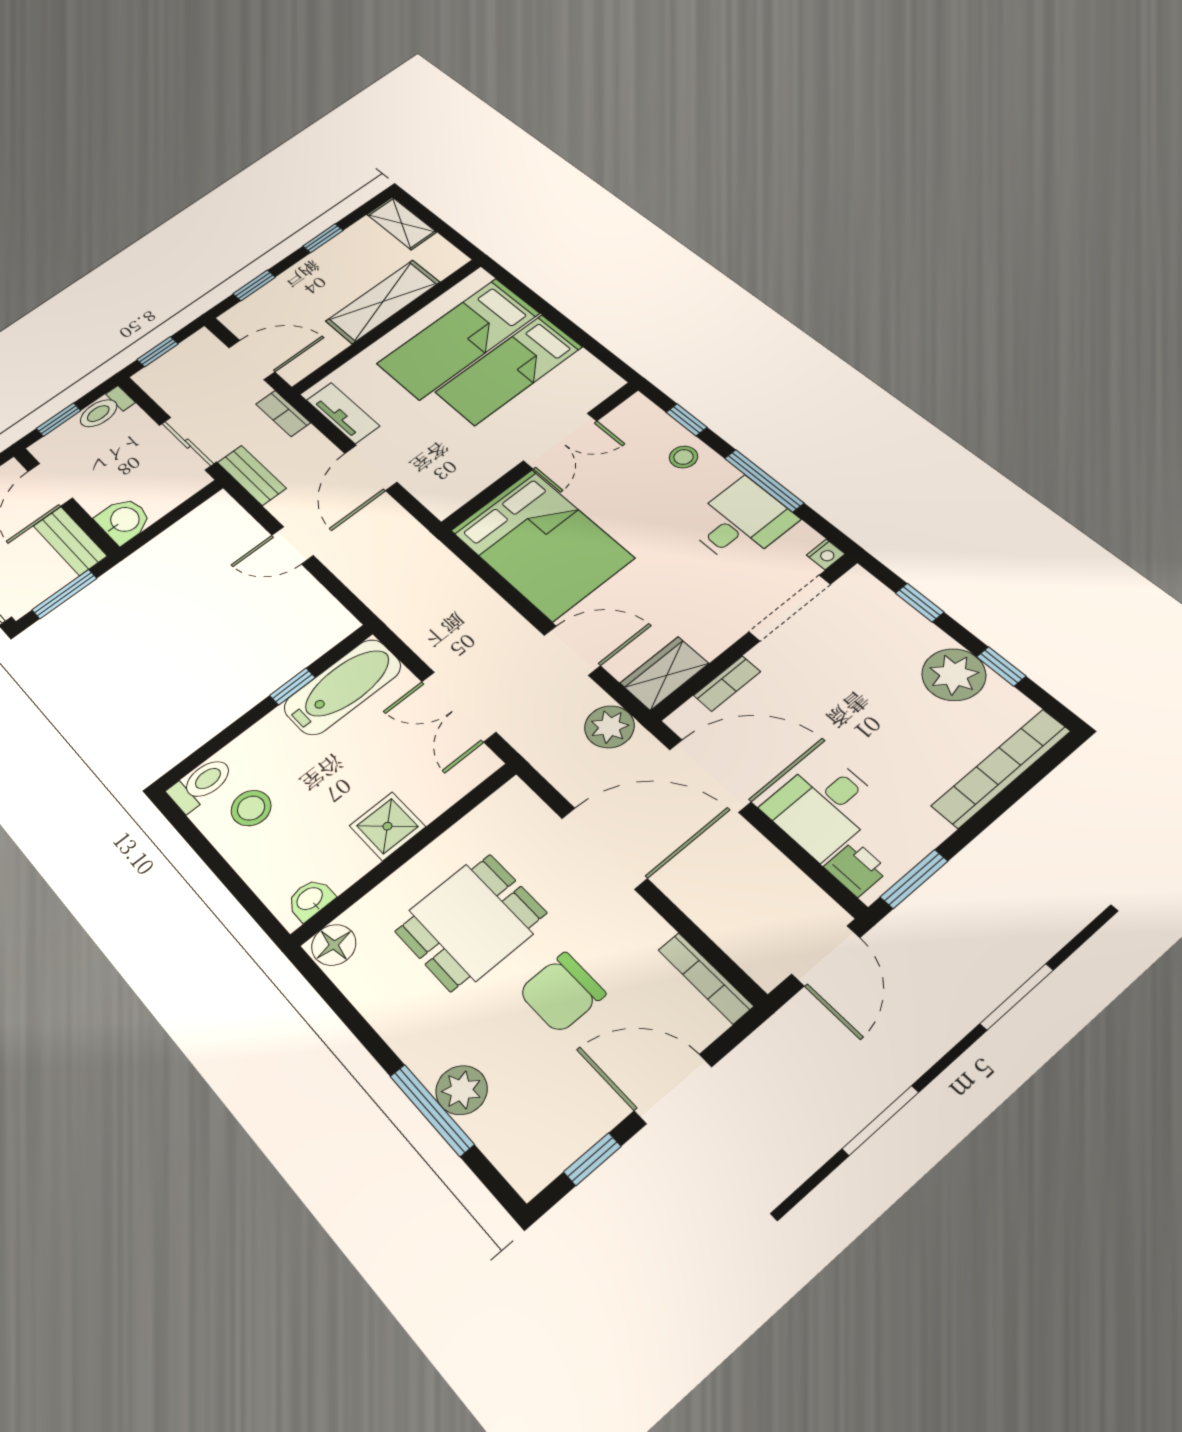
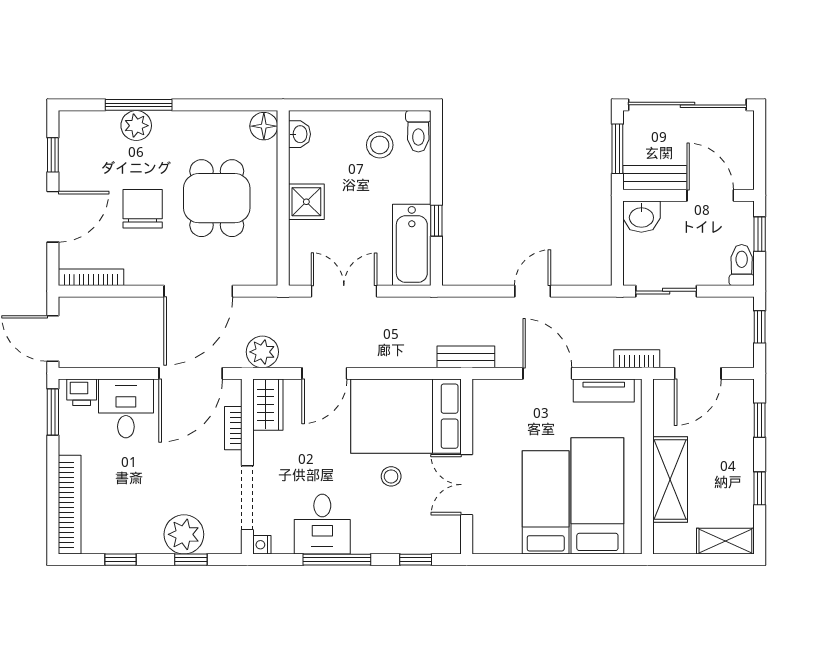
stool: (683, 457) -> (391, 476), moved
bench: (252, 475) -> (466, 357), moved
plant: (954, 675) -> (184, 534), moved

